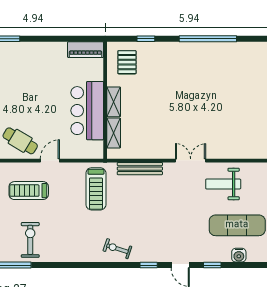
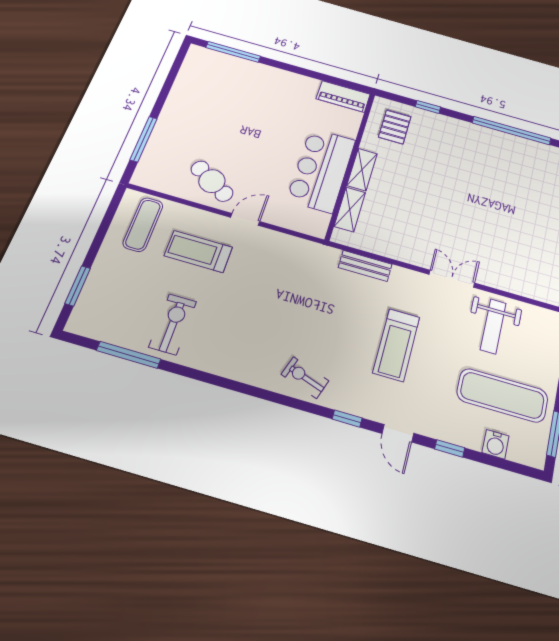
bench: (140, 169) -> (365, 266), width x0.73
weight bench: (223, 184) -> (493, 326), turned -90
treadmill: (96, 189) -> (396, 345), moved

